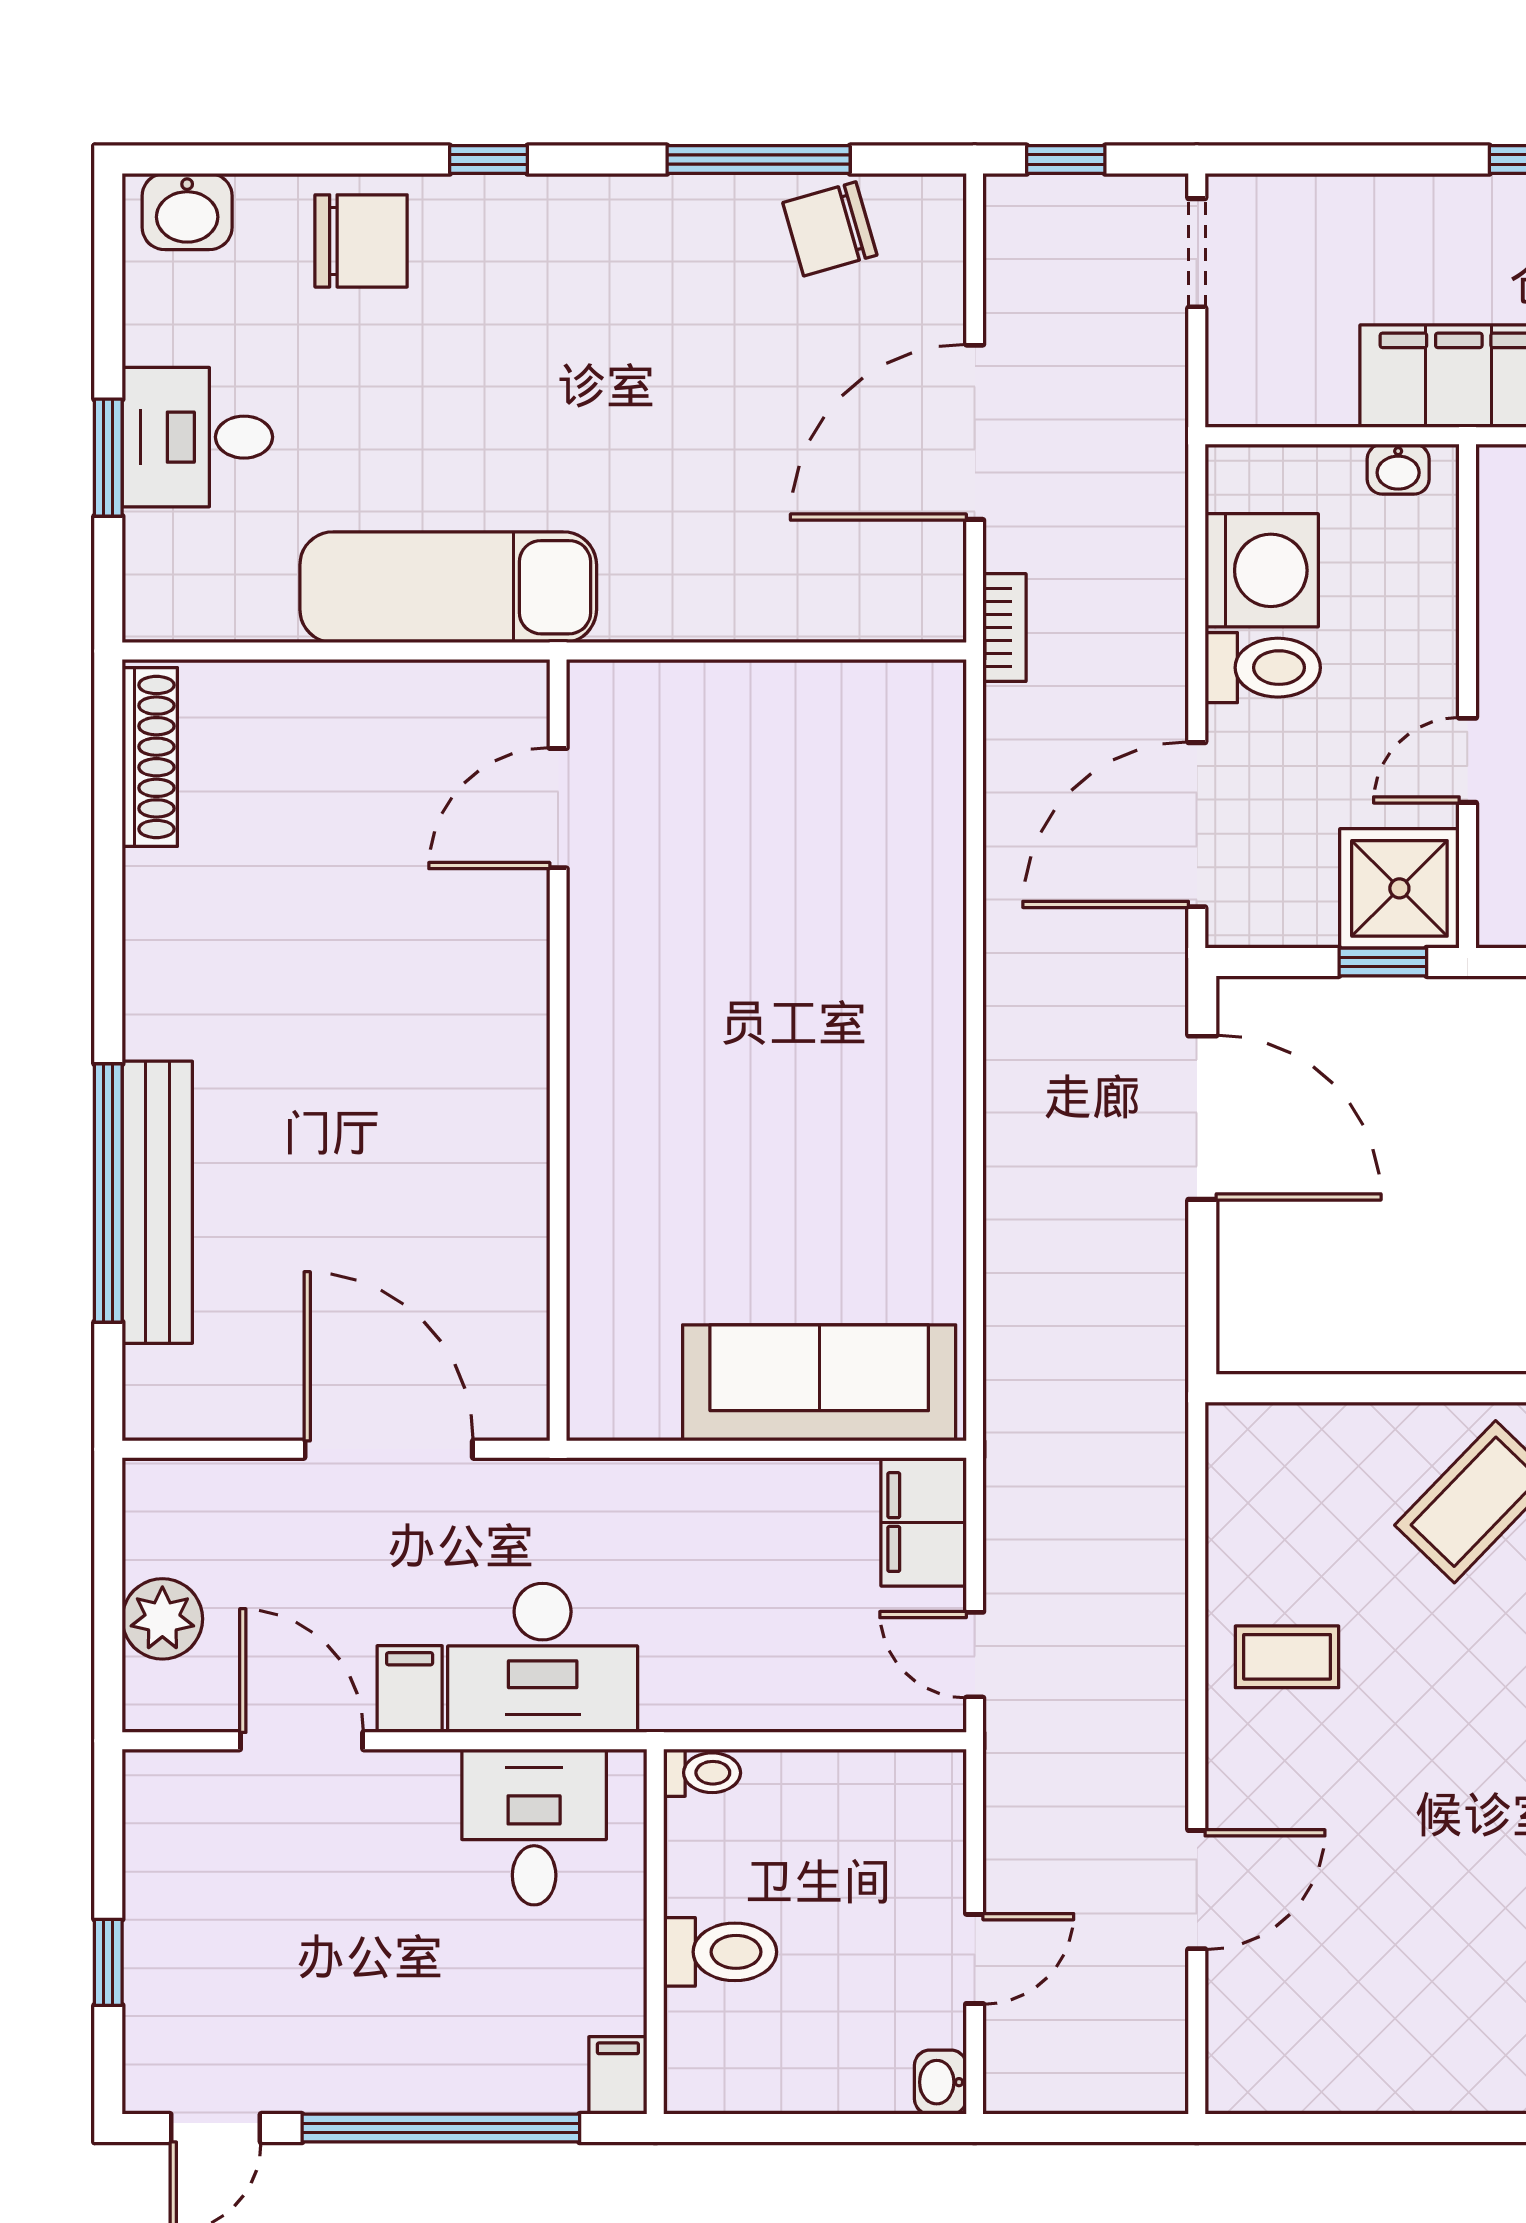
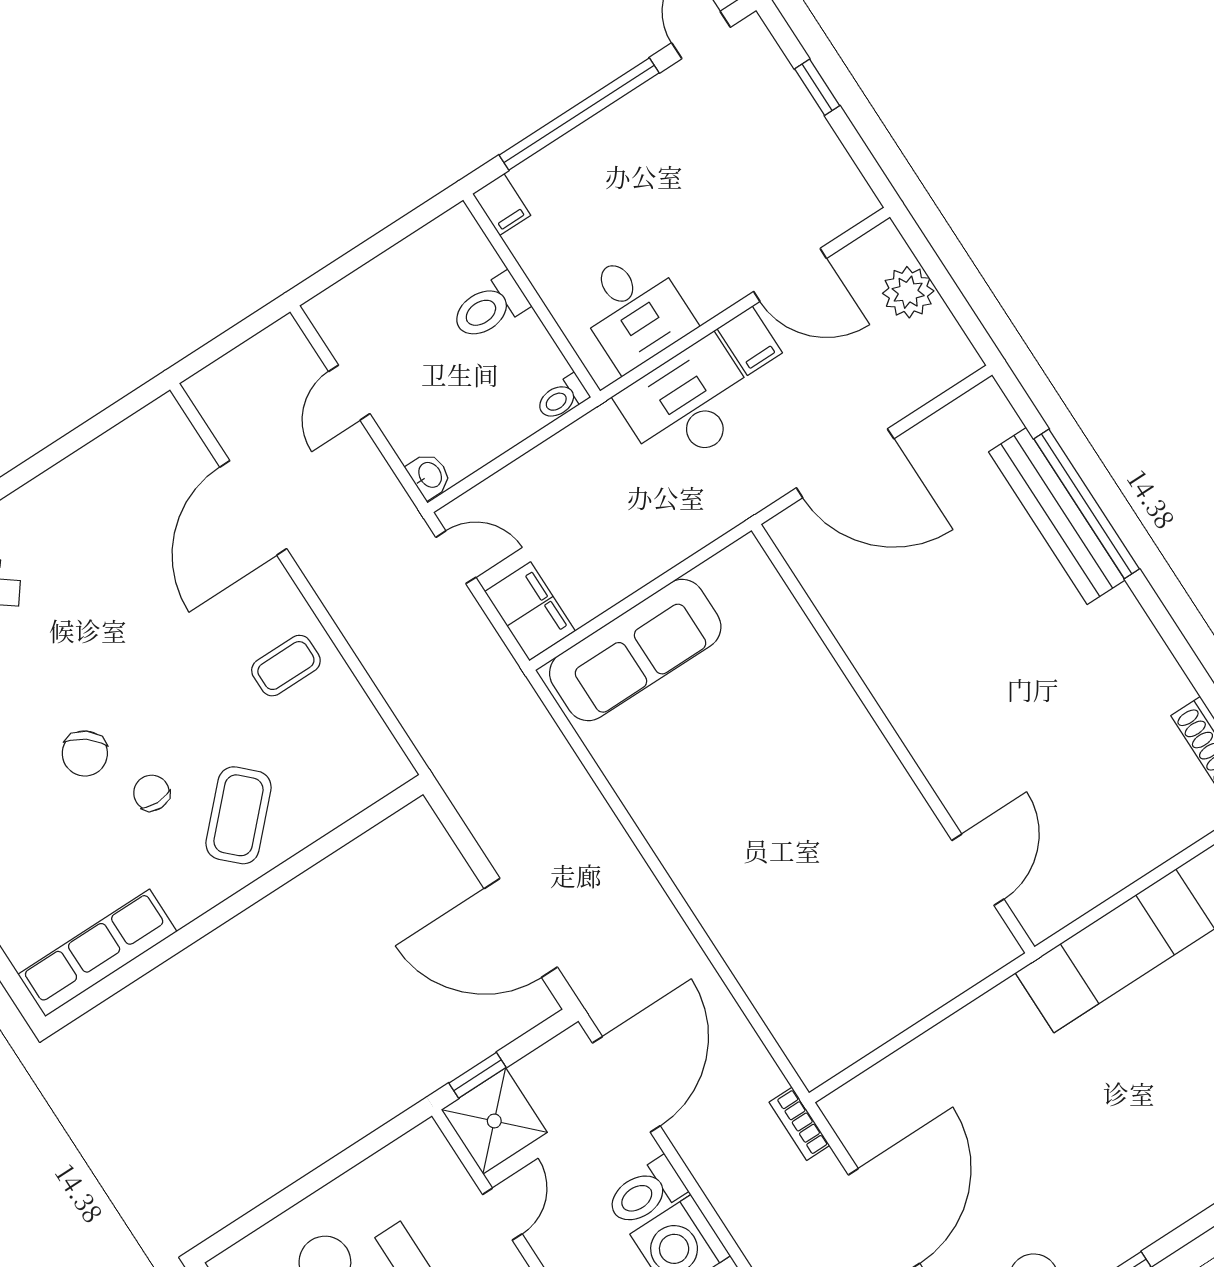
door: (1197, 1890) -> (253, 508), width x1.36
washbasin: (940, 2082) -> (429, 475), moved

